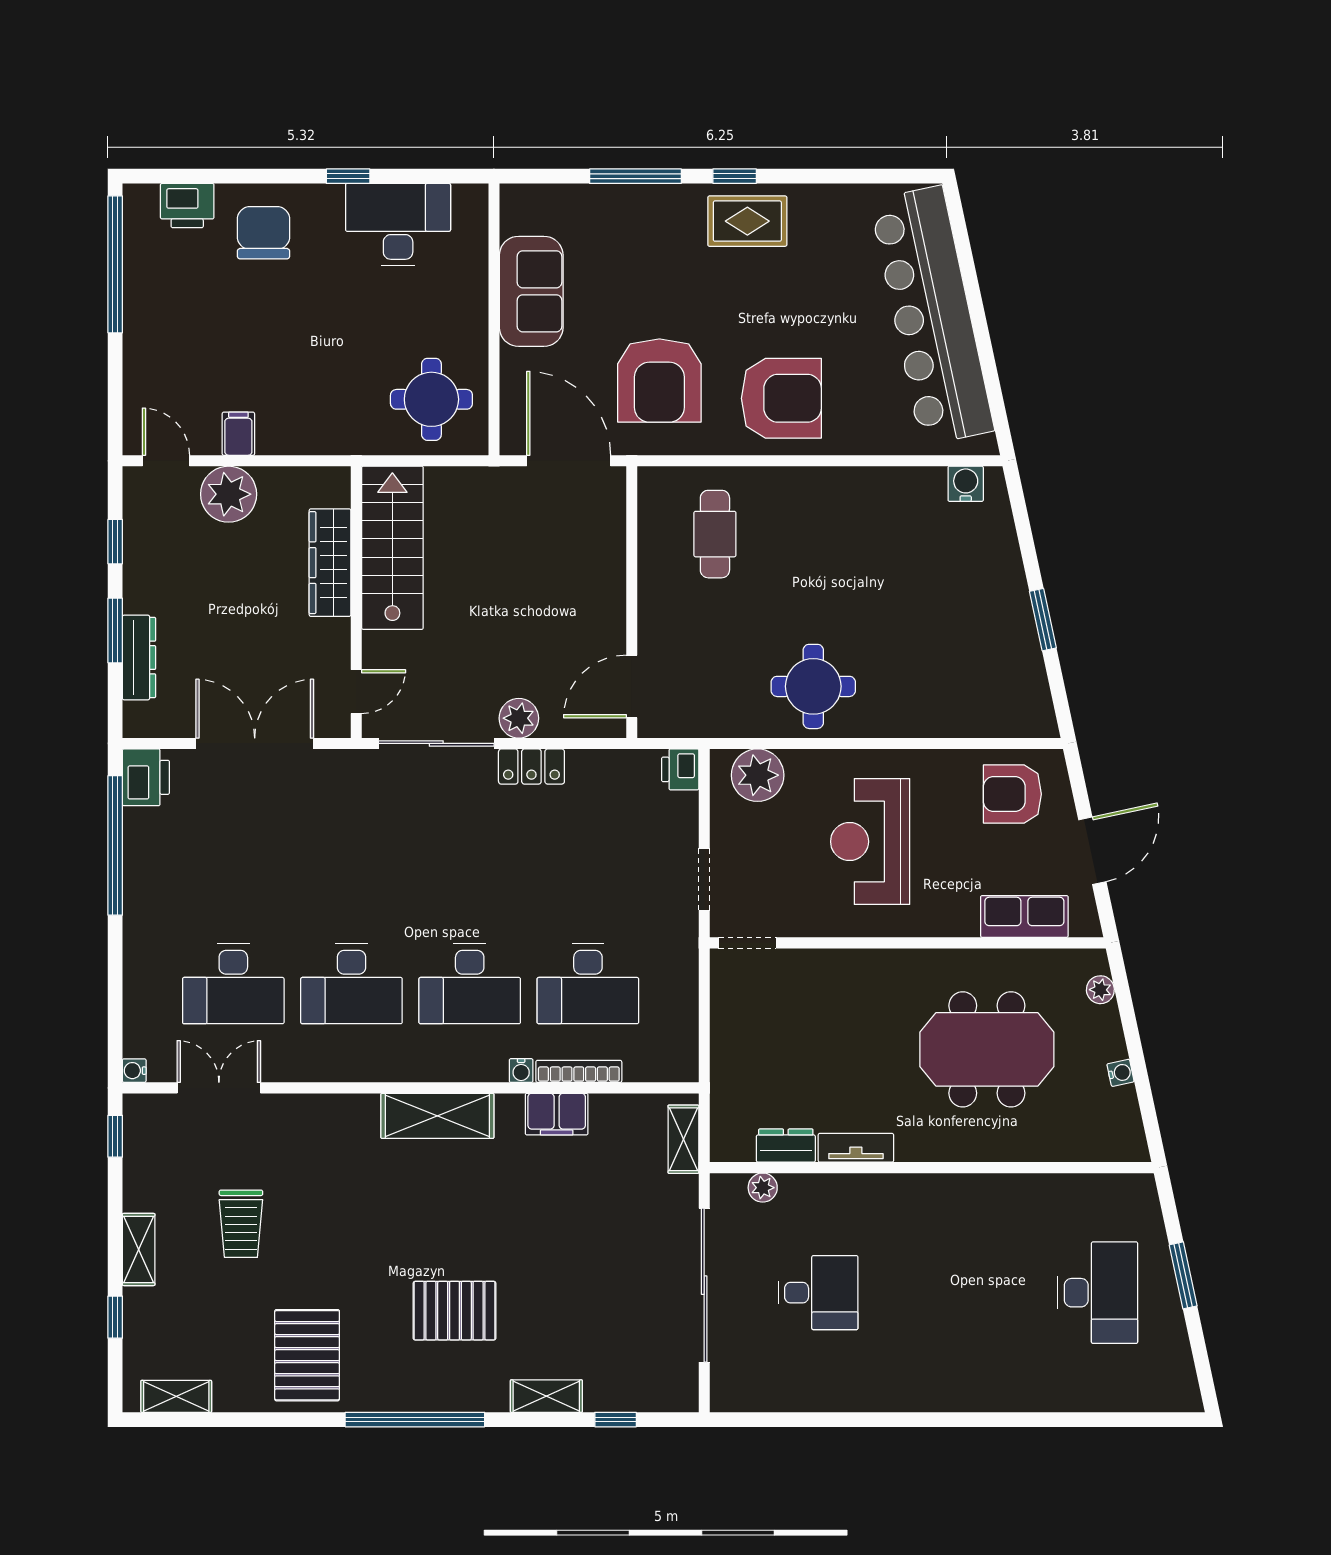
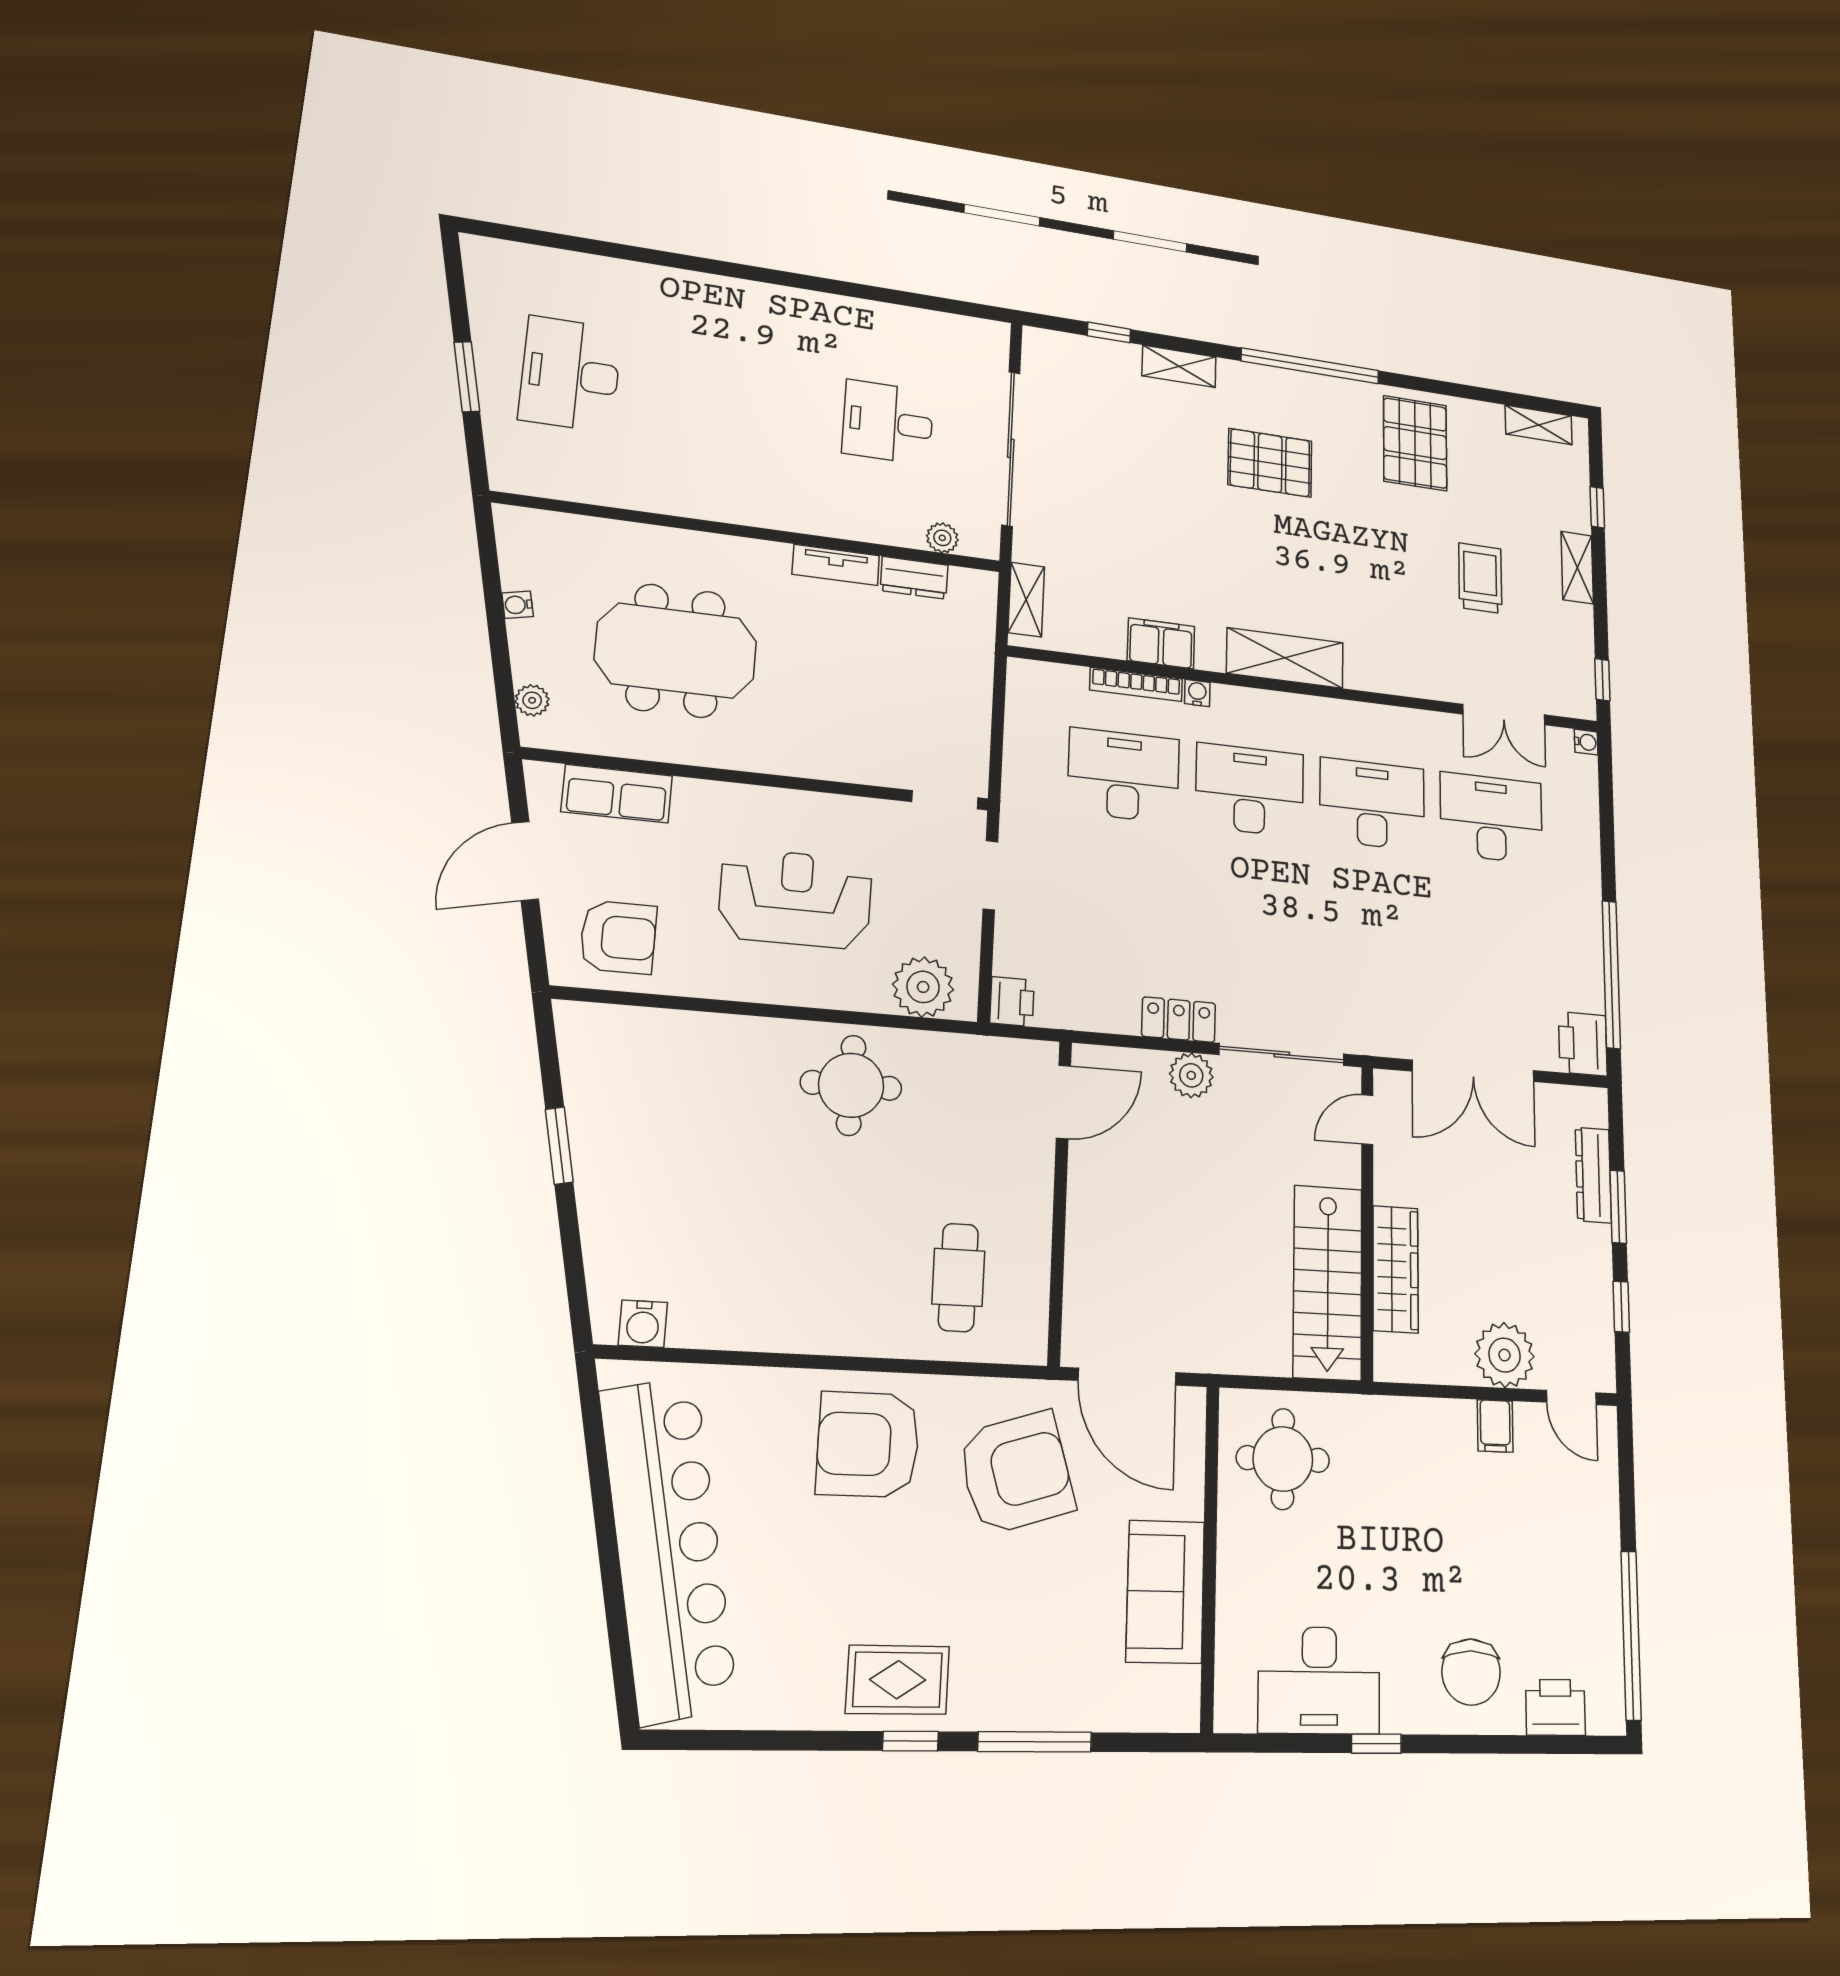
armchair: (659, 381) -> (1016, 1473), turned 73
reception desk: (870, 842) -> (796, 898), turned -90

